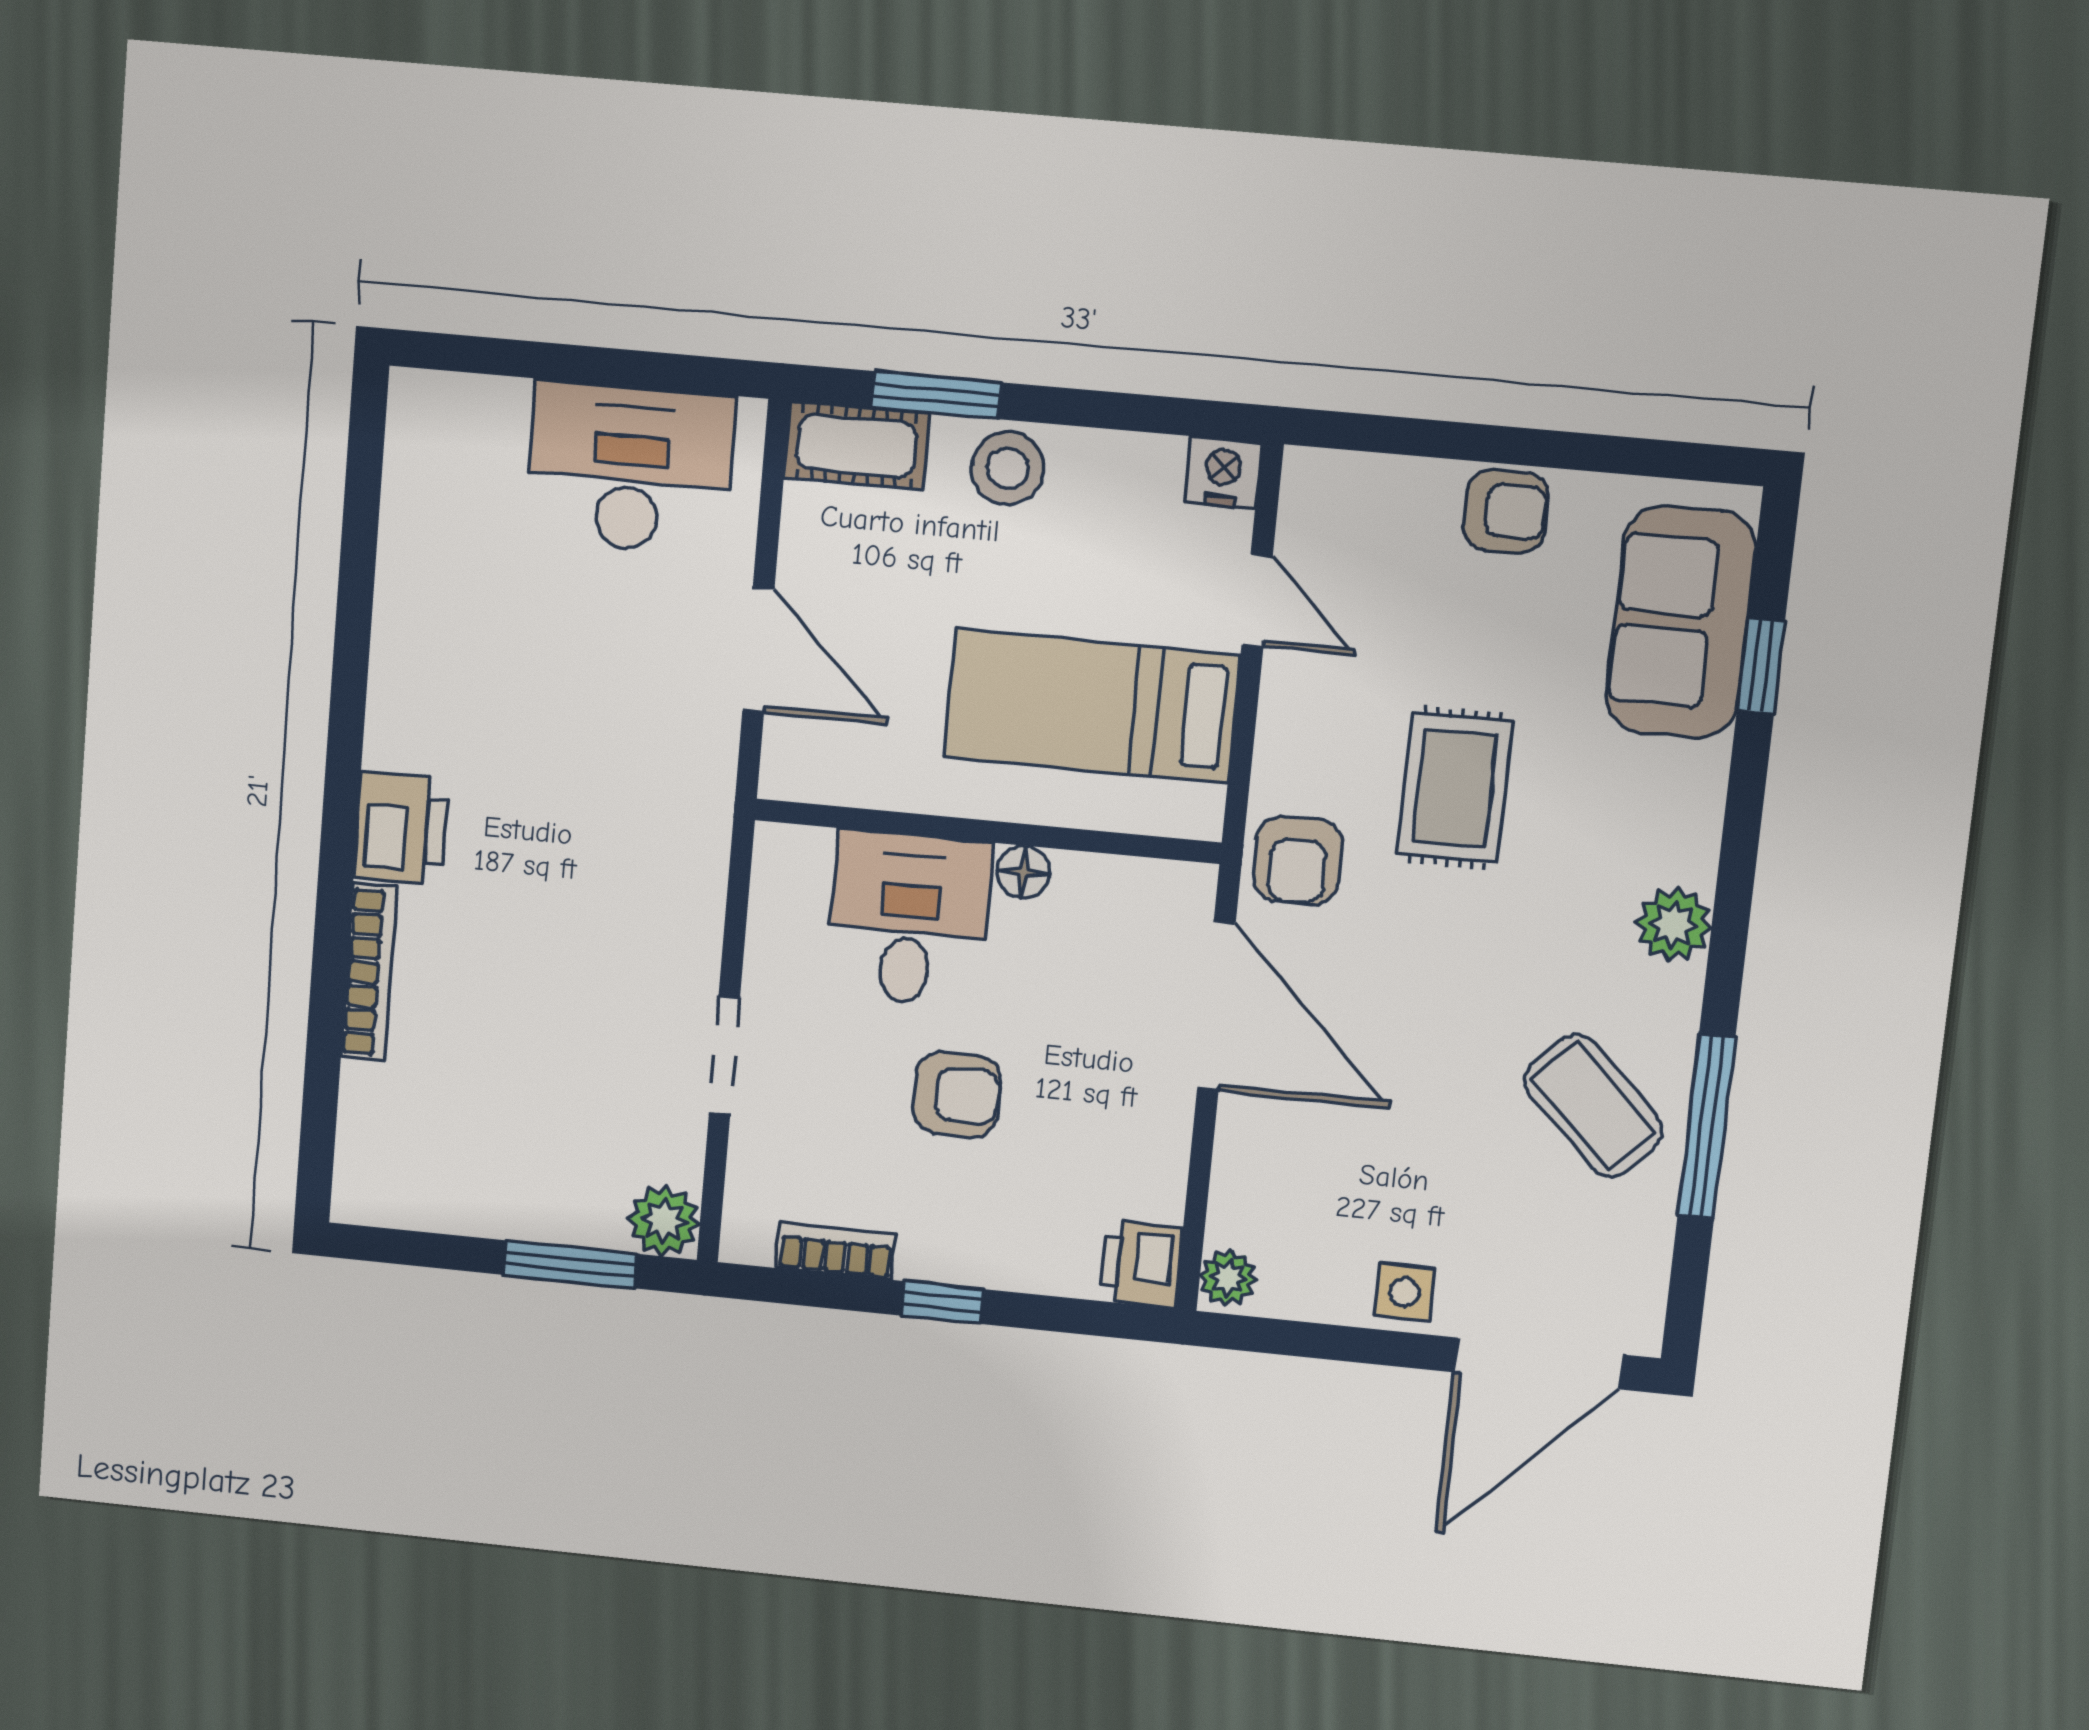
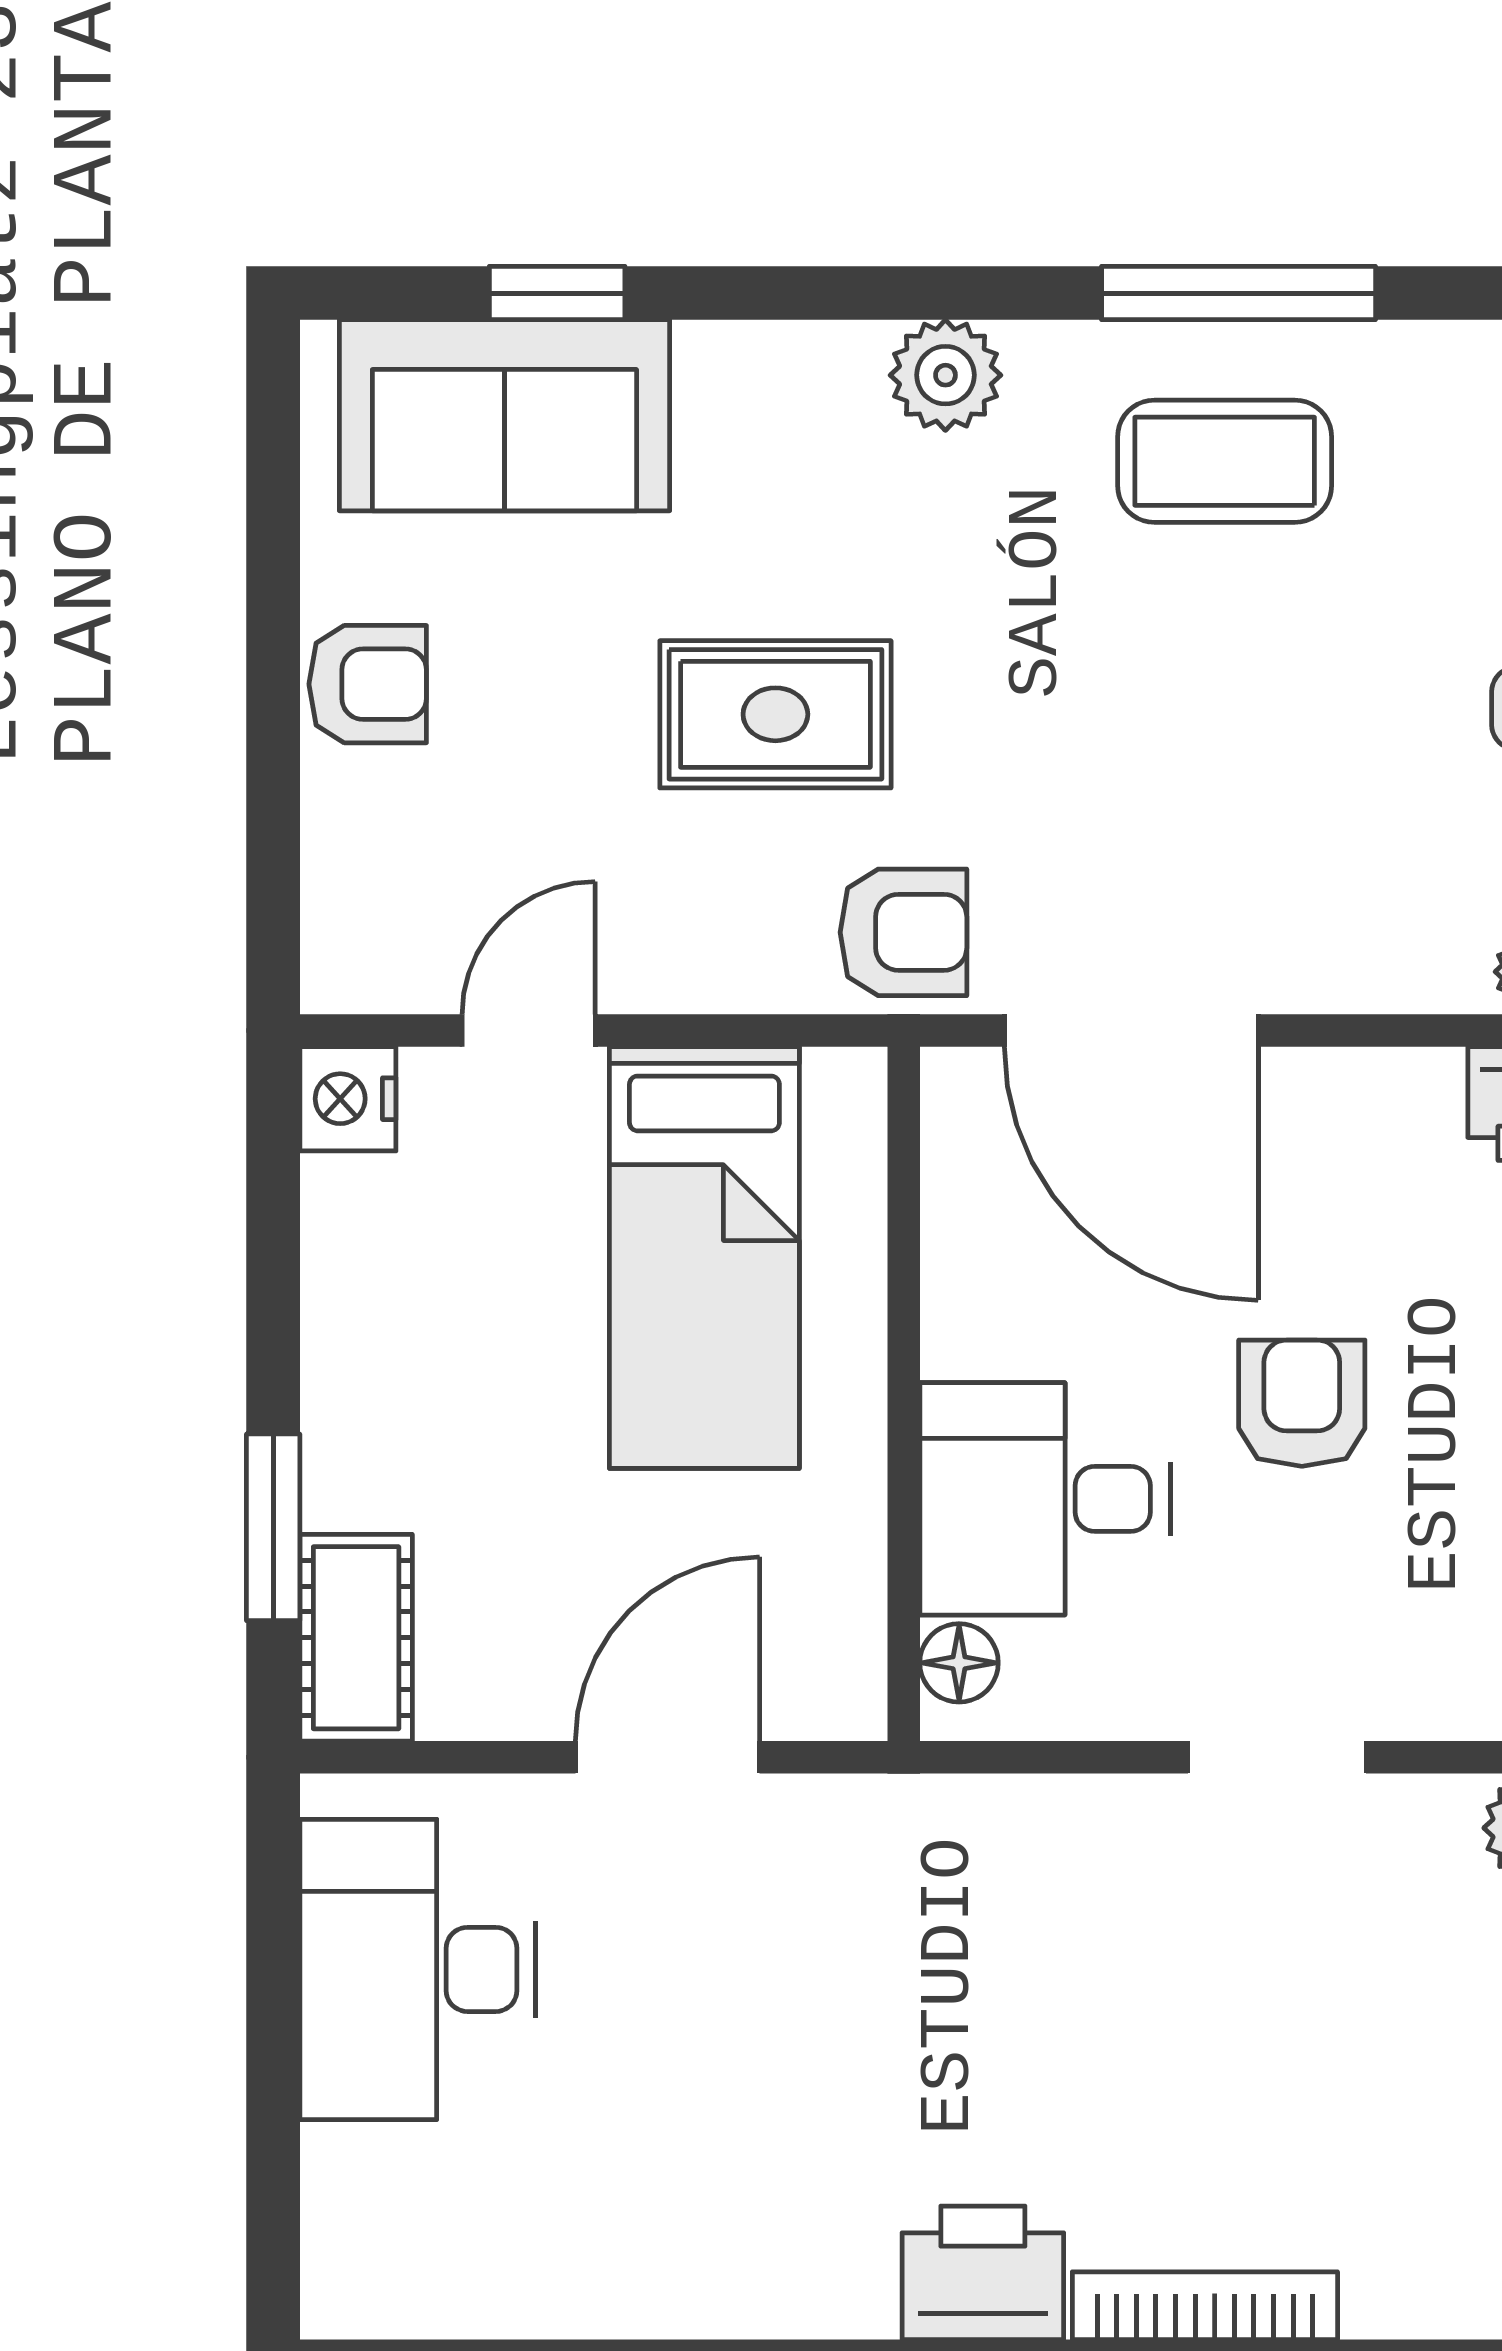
stool: (1008, 468) -> (370, 1413), removed
armchair: (1506, 511) -> (368, 684), turned 90
floor lamp: (1023, 872) -> (959, 1663), moved
door: (1216, 1006) -> (1131, 1030), swing flipped
coffee table: (1593, 1106) -> (1225, 461), turned 46

